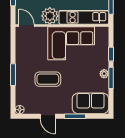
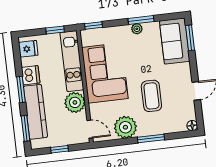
door: (26, 26) -> (90, 129), swing flipped
window: (111, 54) -> (94, 25), moved
plant: (25, 55) -> (125, 127), added
window: (75, 116) -> (190, 38), moved

